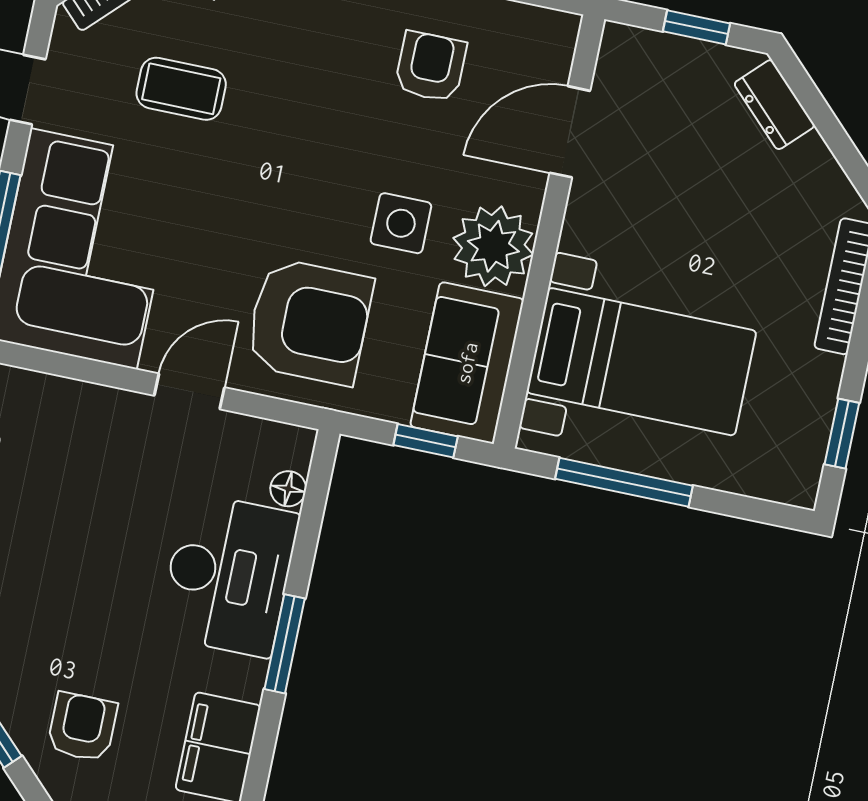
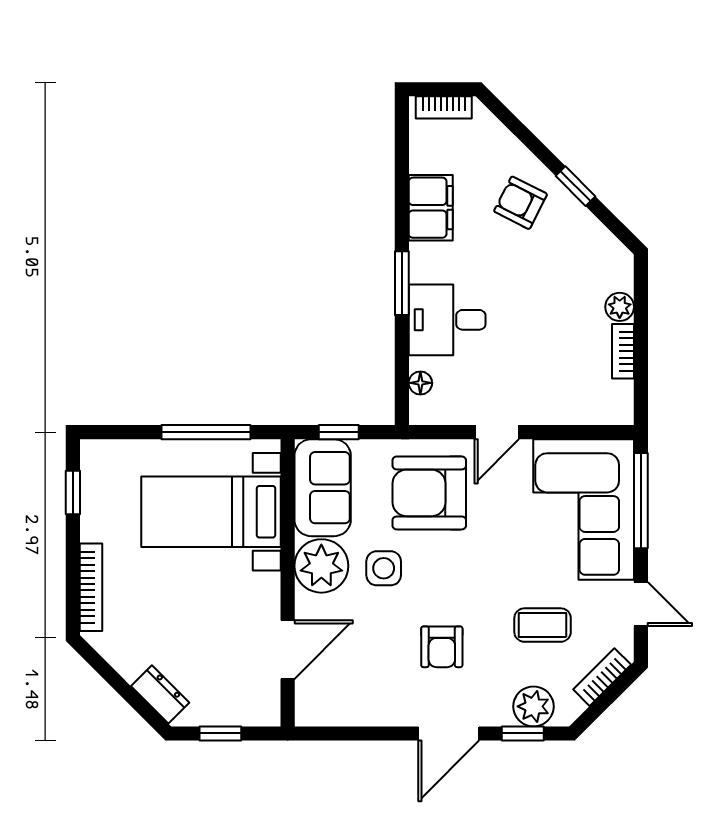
armchair: (431, 67) -> (442, 647), moved
desk: (229, 575) -> (447, 320), width x0.73
armchair: (82, 727) -> (521, 203), turned 117

